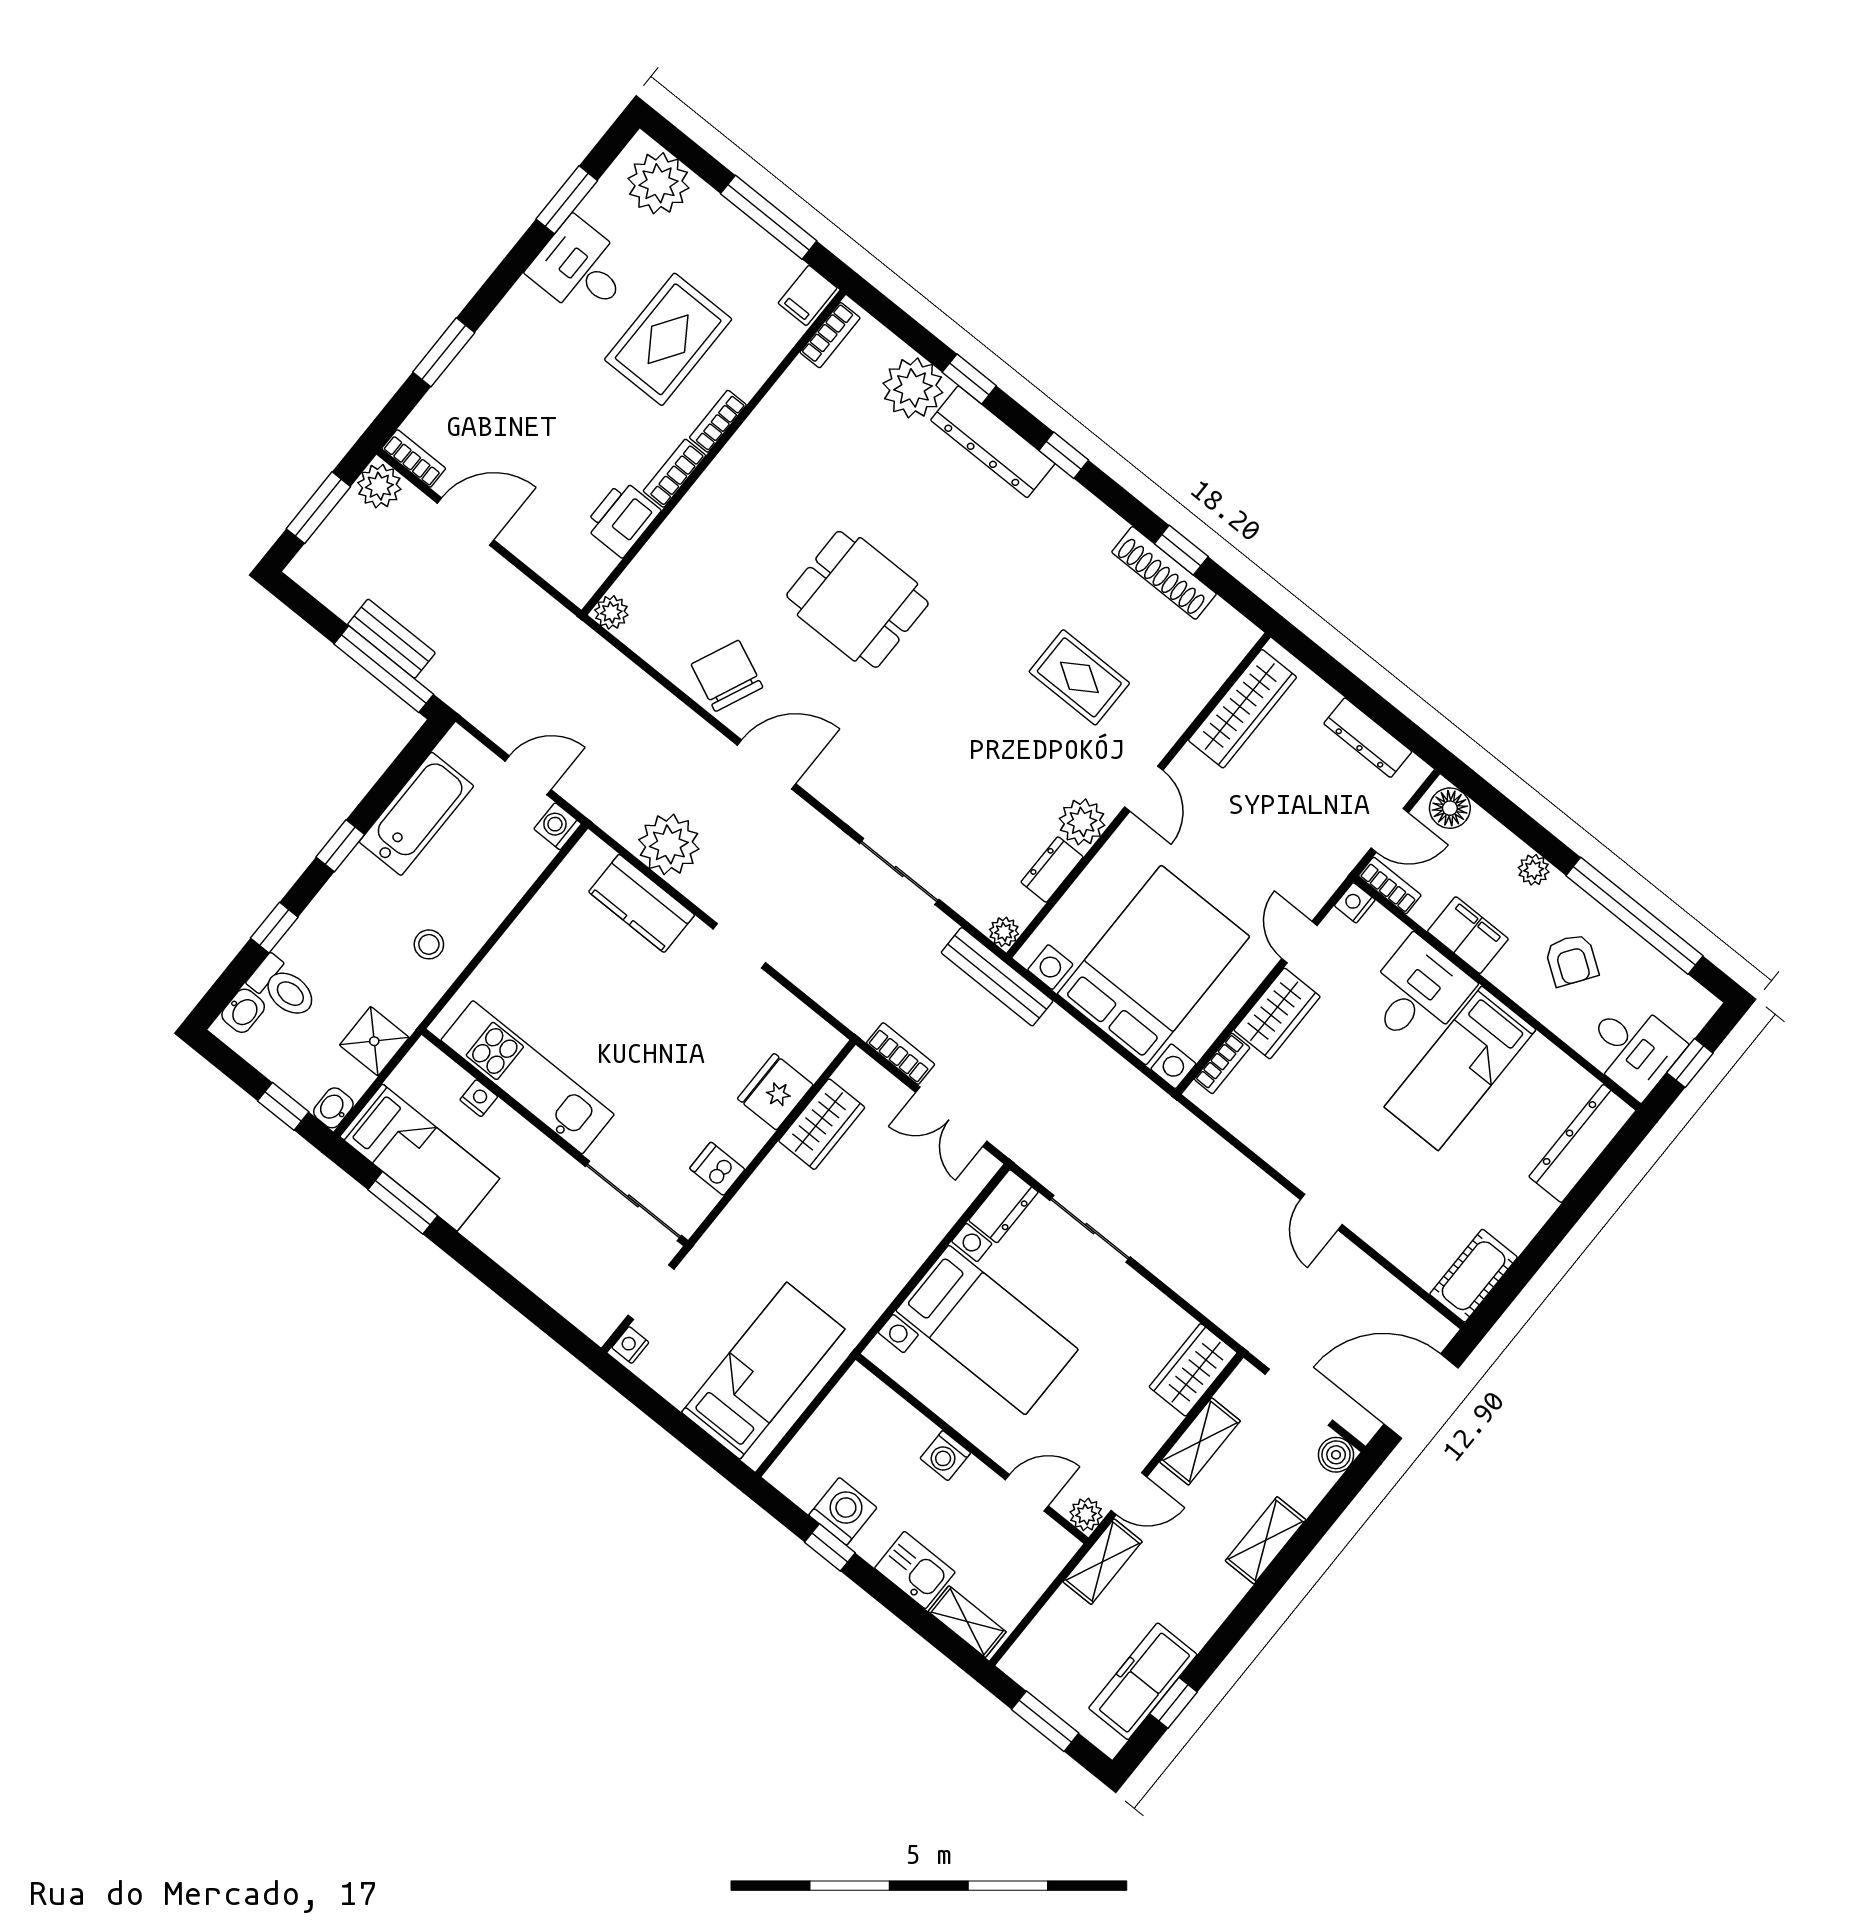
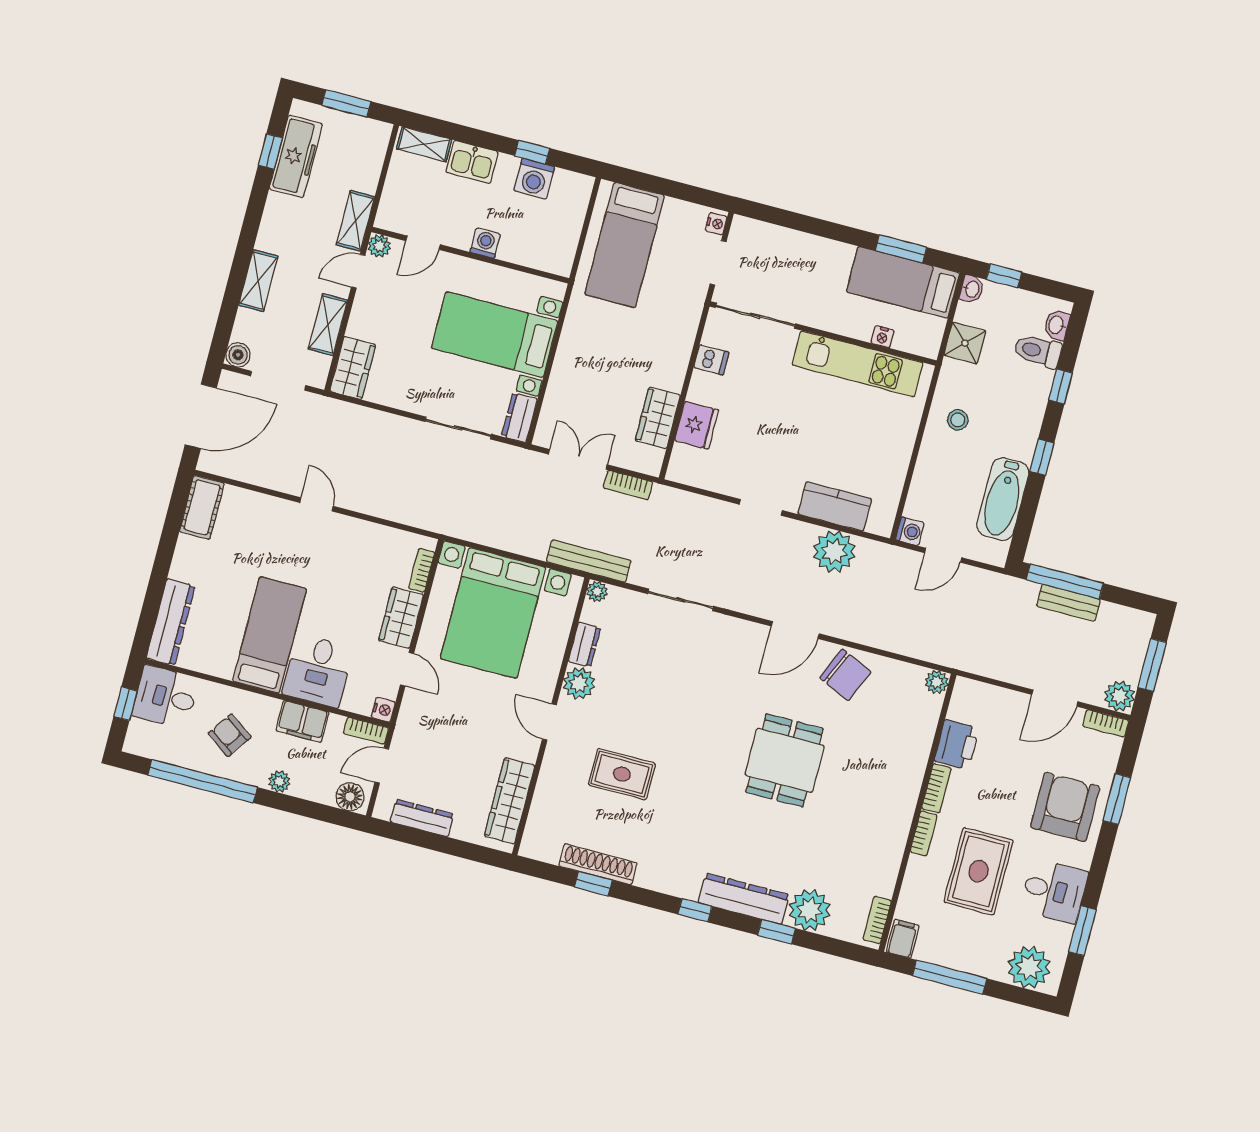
armchair: (516, 373) -> (1065, 807), added
dining table: (857, 599) -> (785, 760), turned 90

